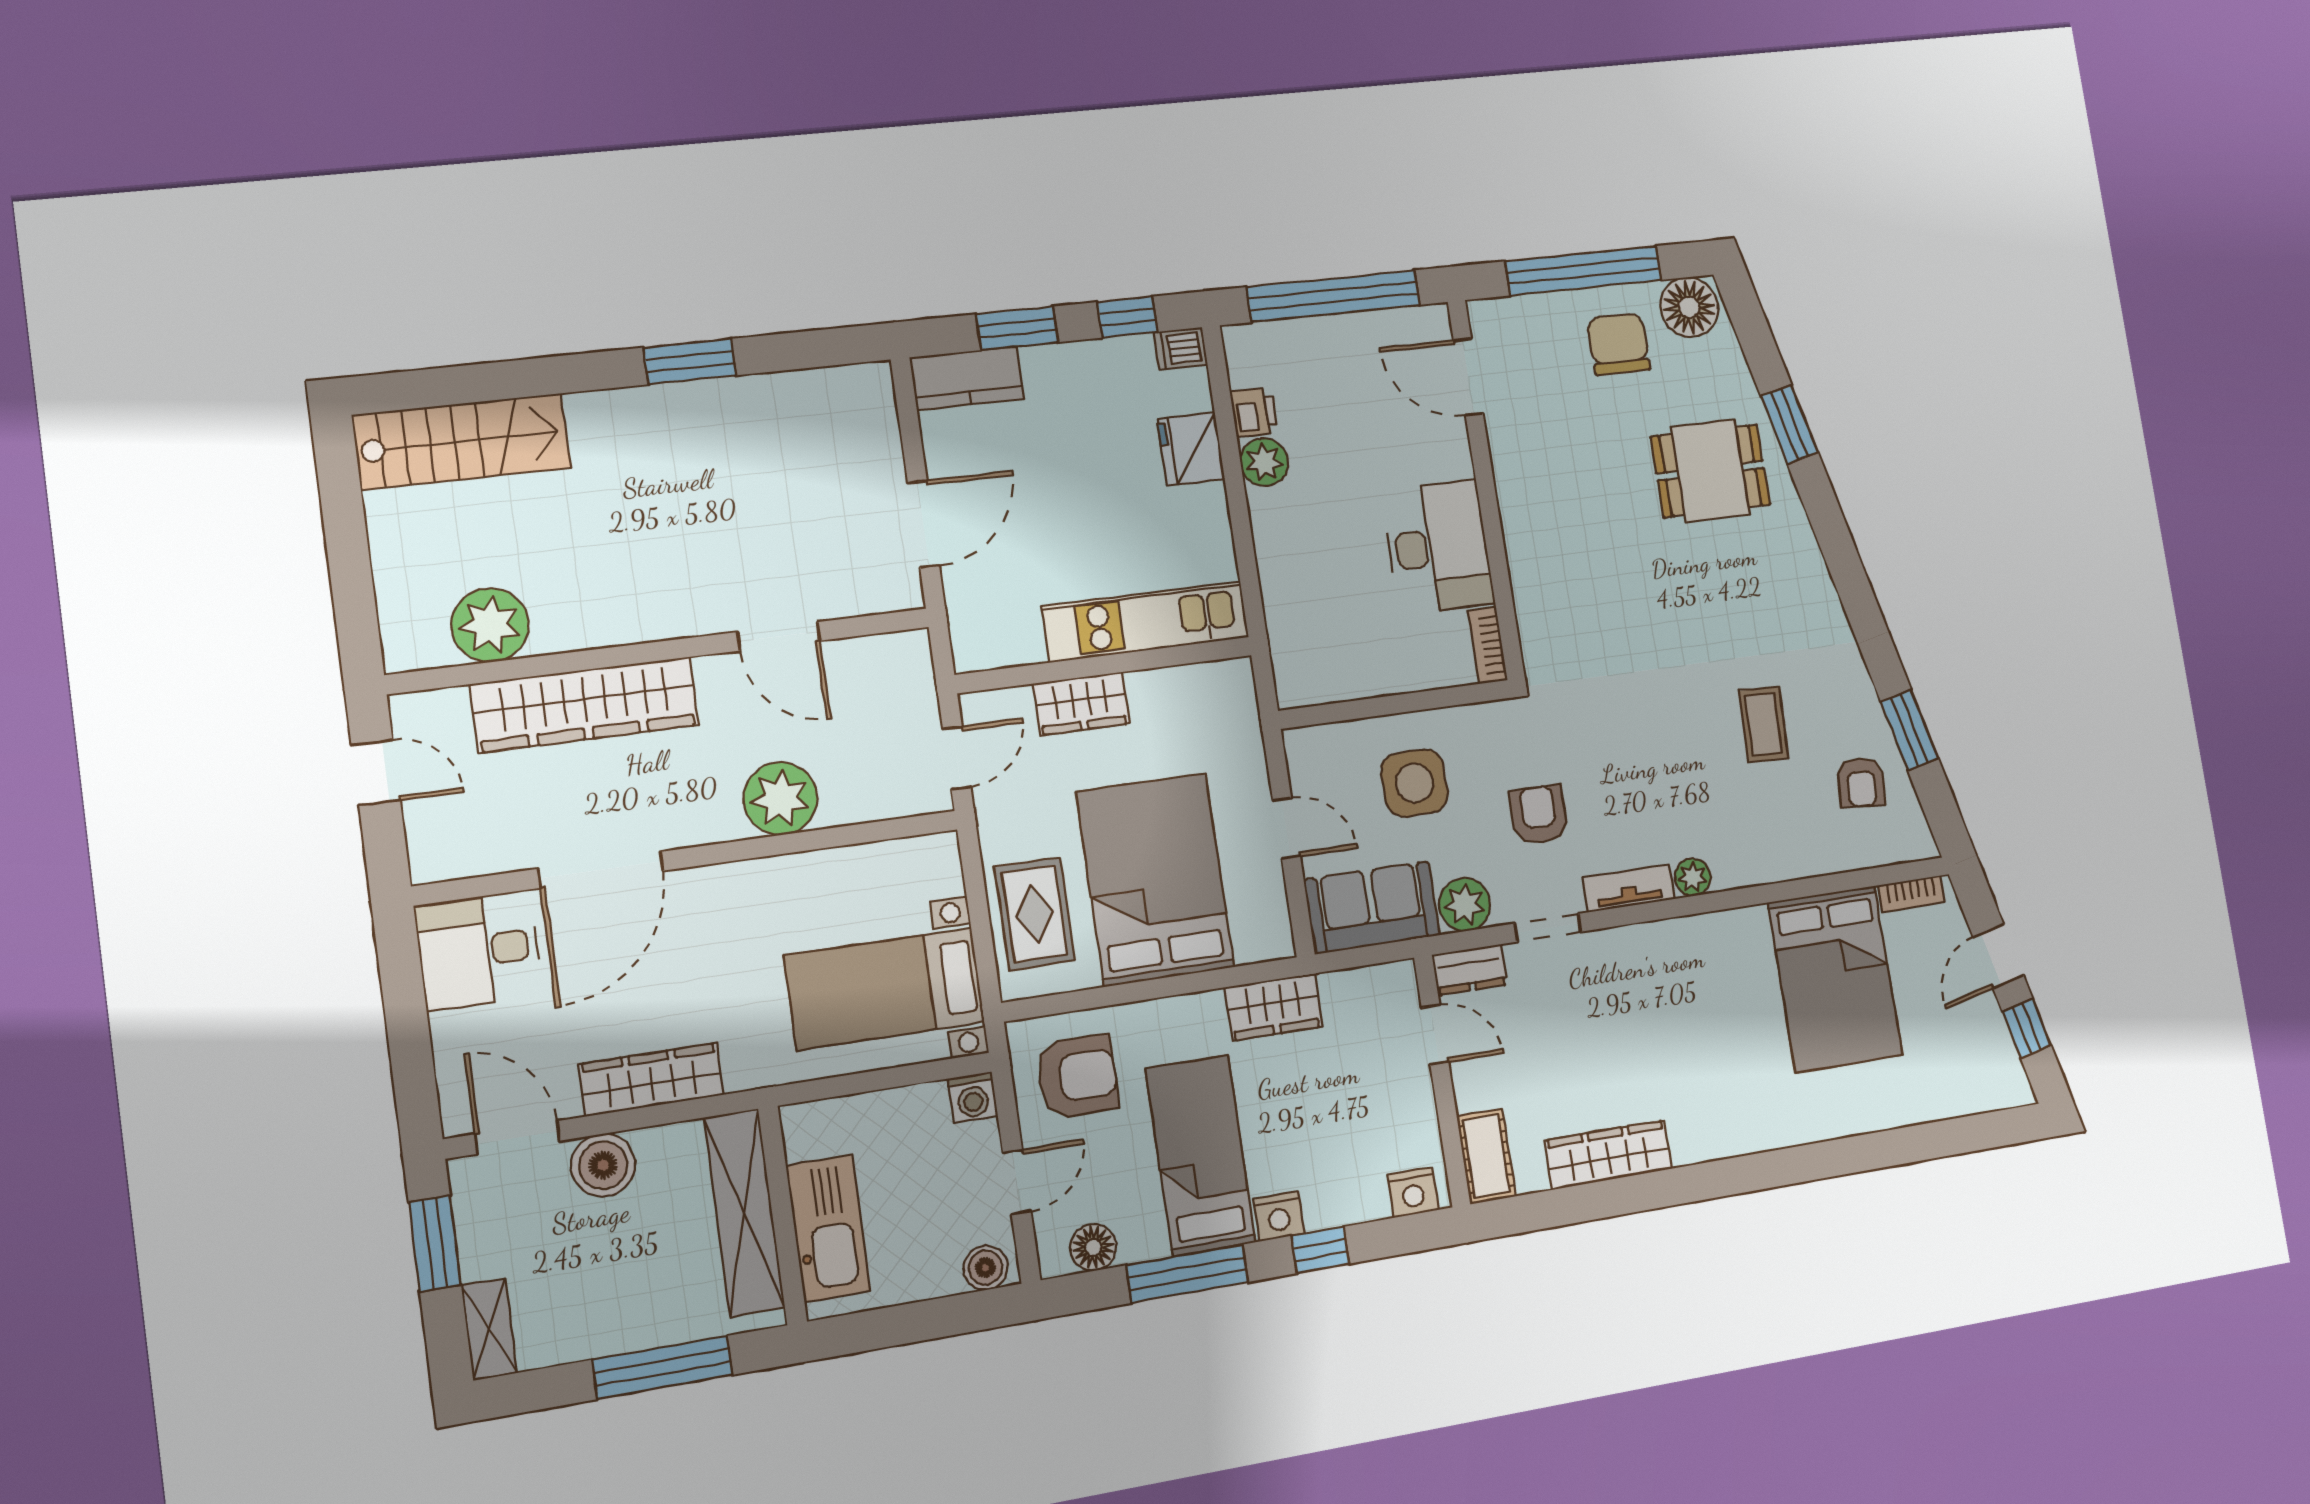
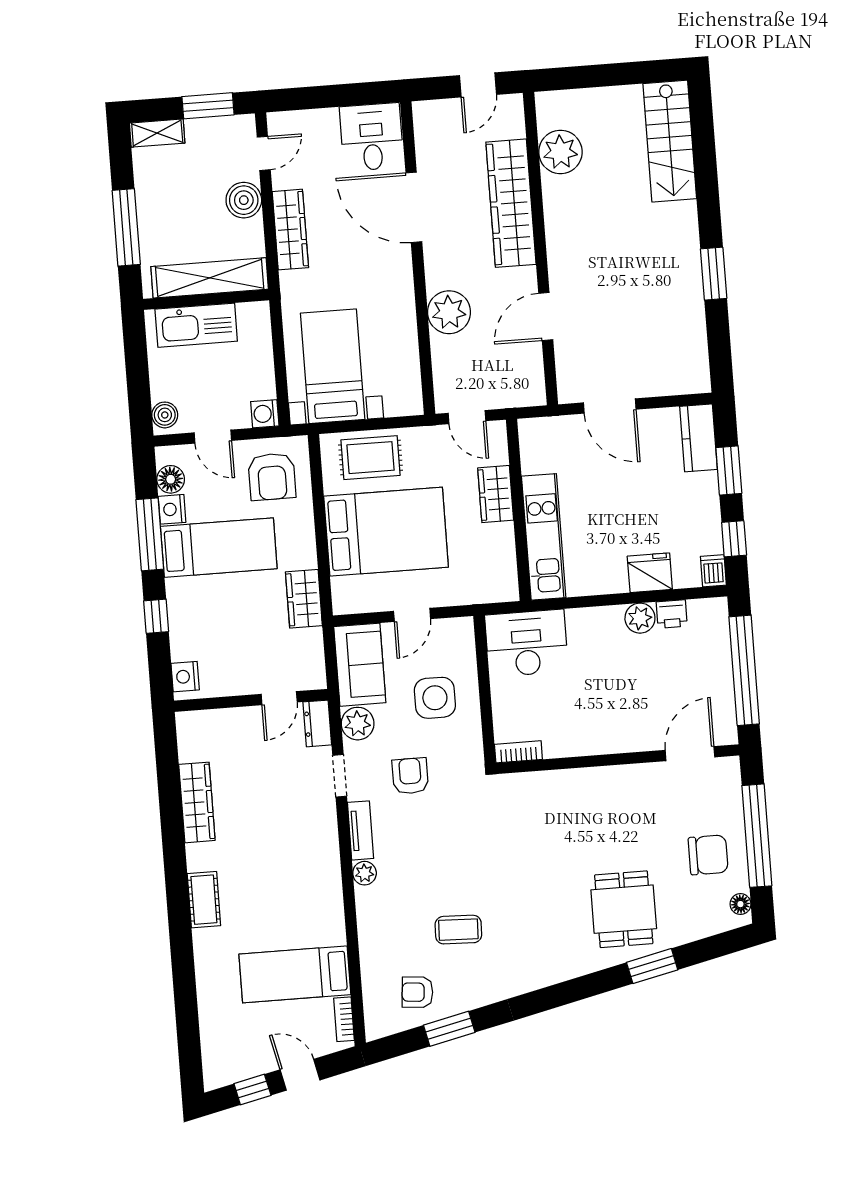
floor lamp: (1689, 307) -> (740, 904), width x0.53, depth x0.53
desk: (1438, 547) -> (527, 643), moved, turned 180
armchair: (1539, 815) -> (410, 776), turned -90
bed: (1835, 979) -> (295, 974), width x0.67
door: (517, 1137) -> (264, 153), width x0.73
cot: (1486, 1156) -> (204, 900), moved, turned 90
nightstand: (1279, 1216) -> (172, 509), moved

